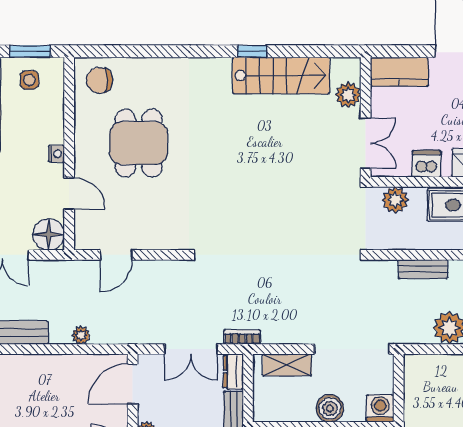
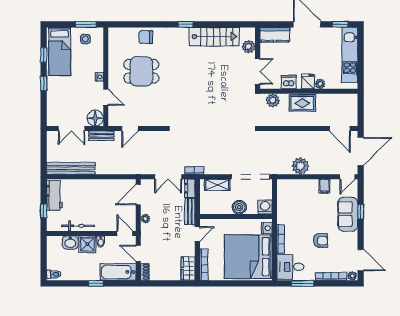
window: (252, 51) -> (185, 24), moved
chair: (99, 80) -> (146, 37), moved
dining table: (139, 143) -> (141, 71), turned 90
bench: (423, 269) -> (101, 136), moved
plant: (81, 335) -> (112, 170), removed

